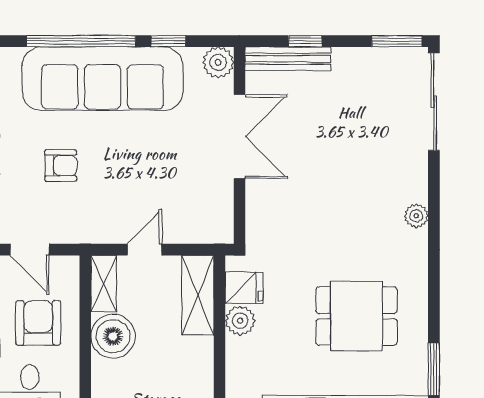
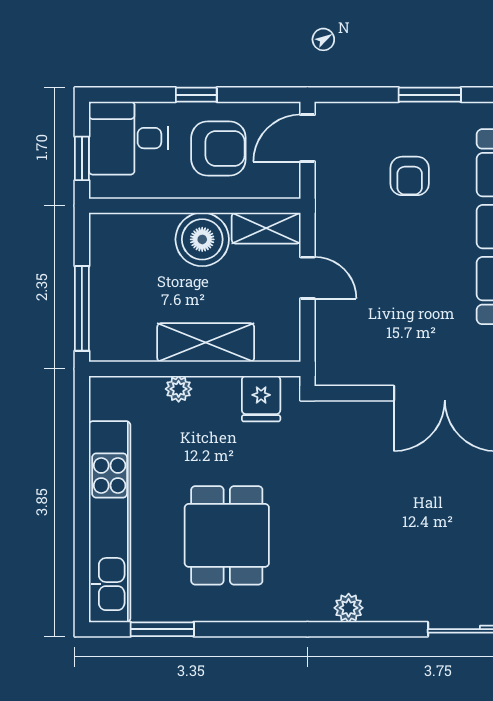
shelving: (198, 295) -> (206, 343), moved
plant: (240, 321) -> (179, 389), moved, width x0.73, depth x0.73

